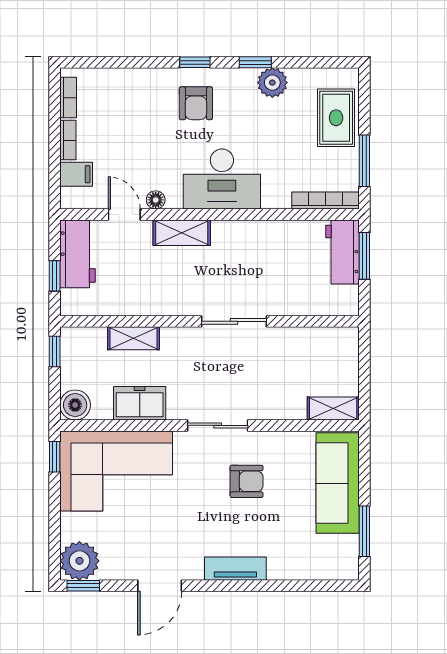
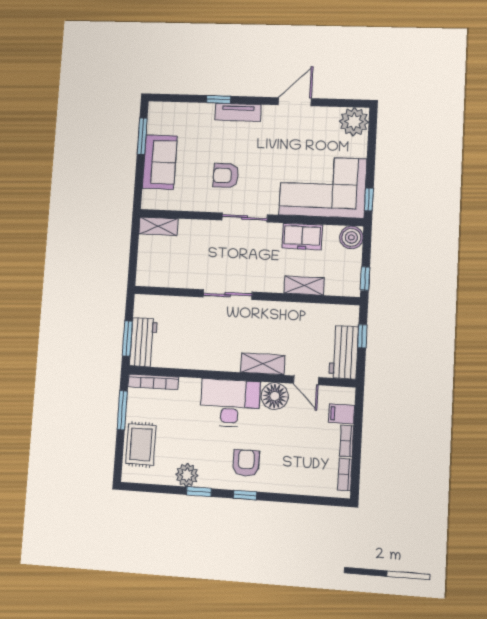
floor lamp: (156, 200) -> (275, 396), width x1.89, depth x1.89
sofa: (338, 483) -> (160, 162), width x0.73
window: (83, 586) -> (219, 99), moved

